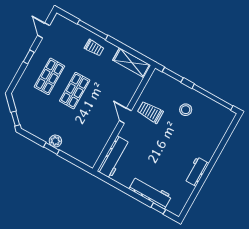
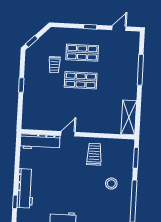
trolley: (94, 48) -> (54, 65), moved
door: (125, 116) -> (68, 134), moved
plant: (55, 141) -> (29, 85), removed

